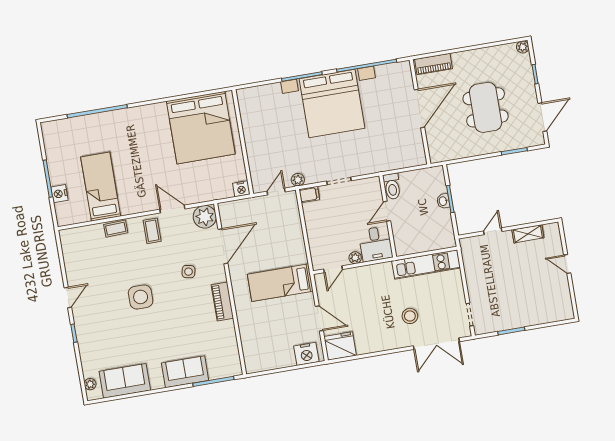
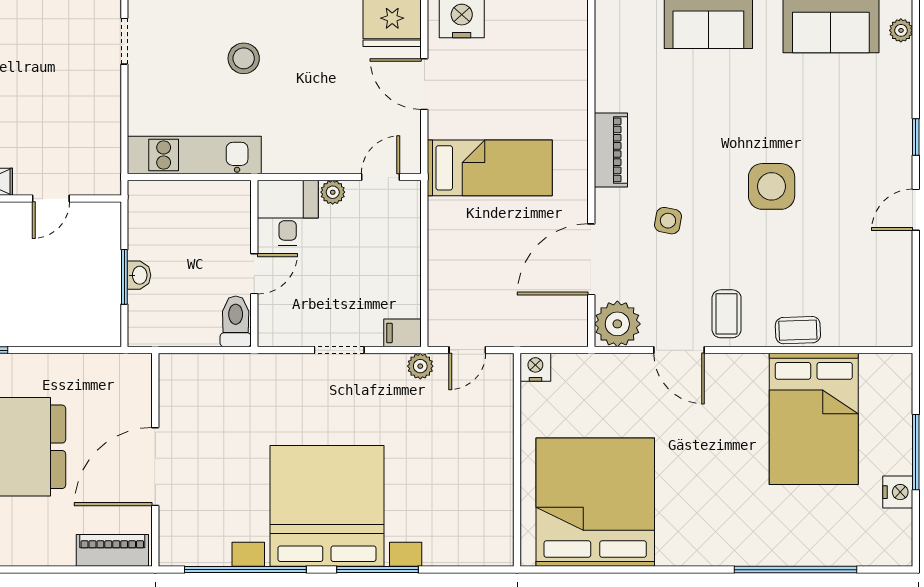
bed: (101, 187) -> (814, 419), width x1.50
nightstand: (59, 194) -> (898, 492), moved

